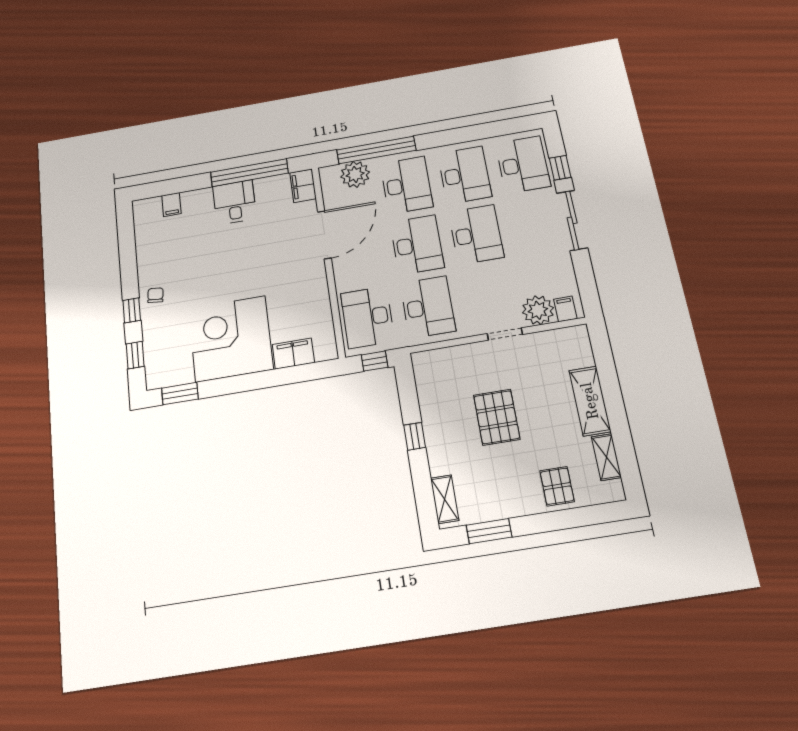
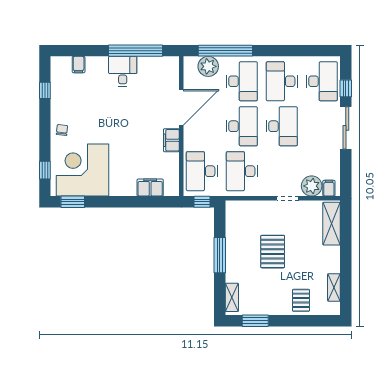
desk: (464, 175) -> (282, 81), turned 180
filing cabinet: (303, 186) -> (171, 140), moved
desk: (428, 307) -> (242, 171), turned 180
window: (132, 310) -> (45, 90), moved
corner desk: (231, 339) -> (82, 170), moved
shelving: (590, 401) -> (332, 224), moved
window: (415, 436) -> (220, 255), width x2.17

